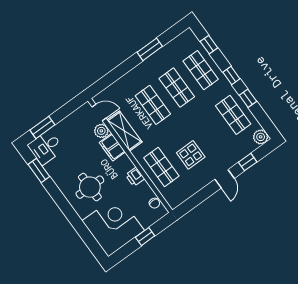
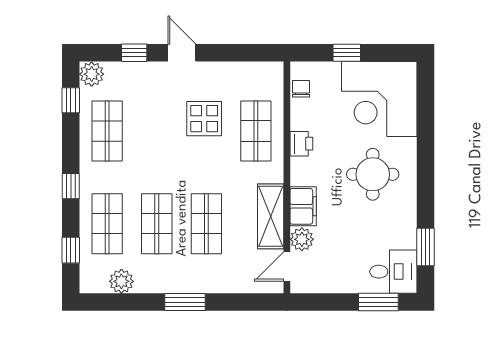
plant: (174, 47) -> (121, 281), added
window: (150, 49) -> (185, 302), moved
window: (248, 98) -> (71, 100), moved
door: (99, 112) -> (287, 266), hinge flipped
door: (225, 179) -> (182, 53), hinge flipped

